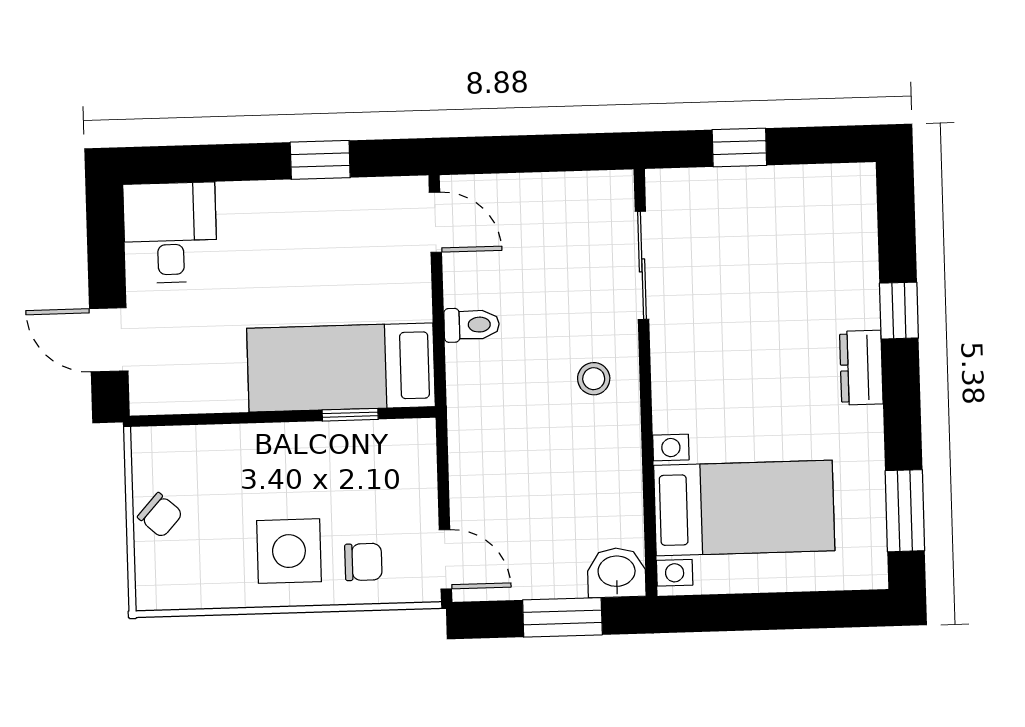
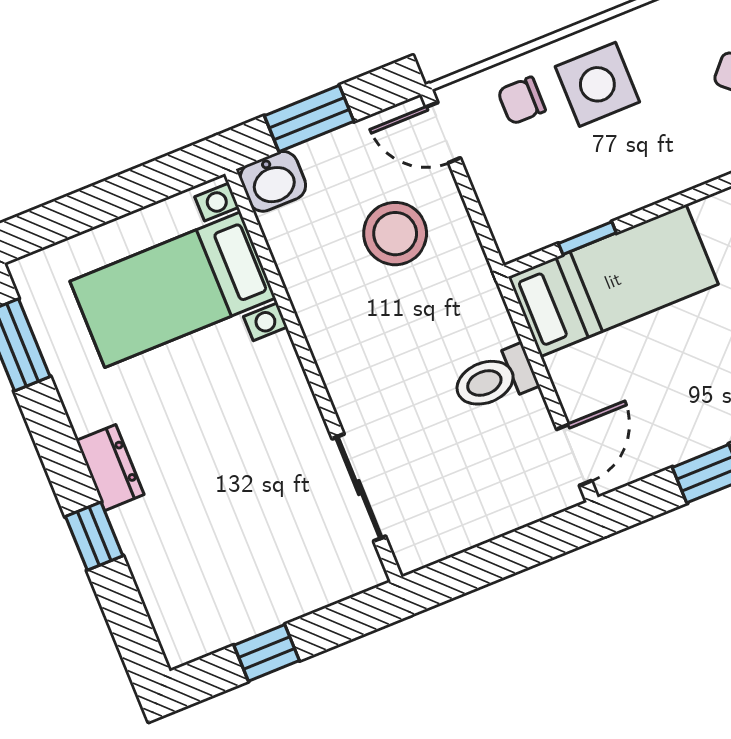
window: (739, 148) -> (267, 653), moved
door: (435, 222) -> (574, 455), swing flipped
toilet: (472, 325) -> (495, 379), width x1.37, depth x1.39
stool: (594, 379) -> (395, 234), moved, width x1.89, depth x1.89

